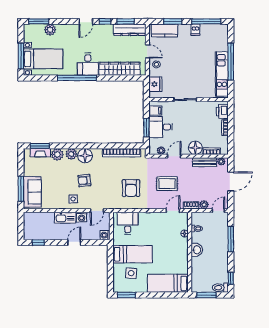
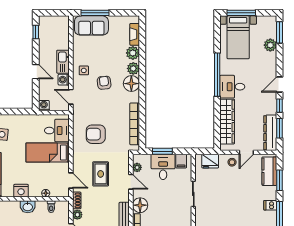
door: (86, 21) -> (279, 84), hinge flipped
window: (40, 146) -> (142, 34), removed
bed: (133, 254) -> (48, 152), moved, turned 90
nightstand: (182, 256) -> (21, 191), added

